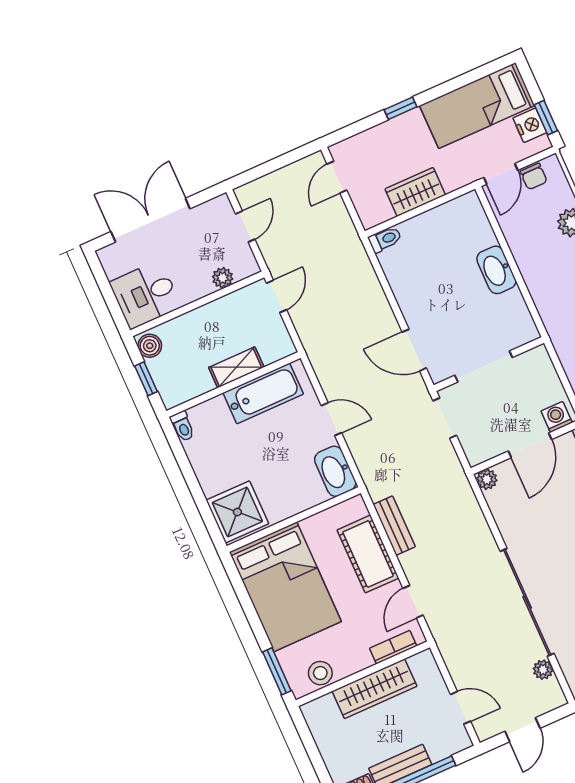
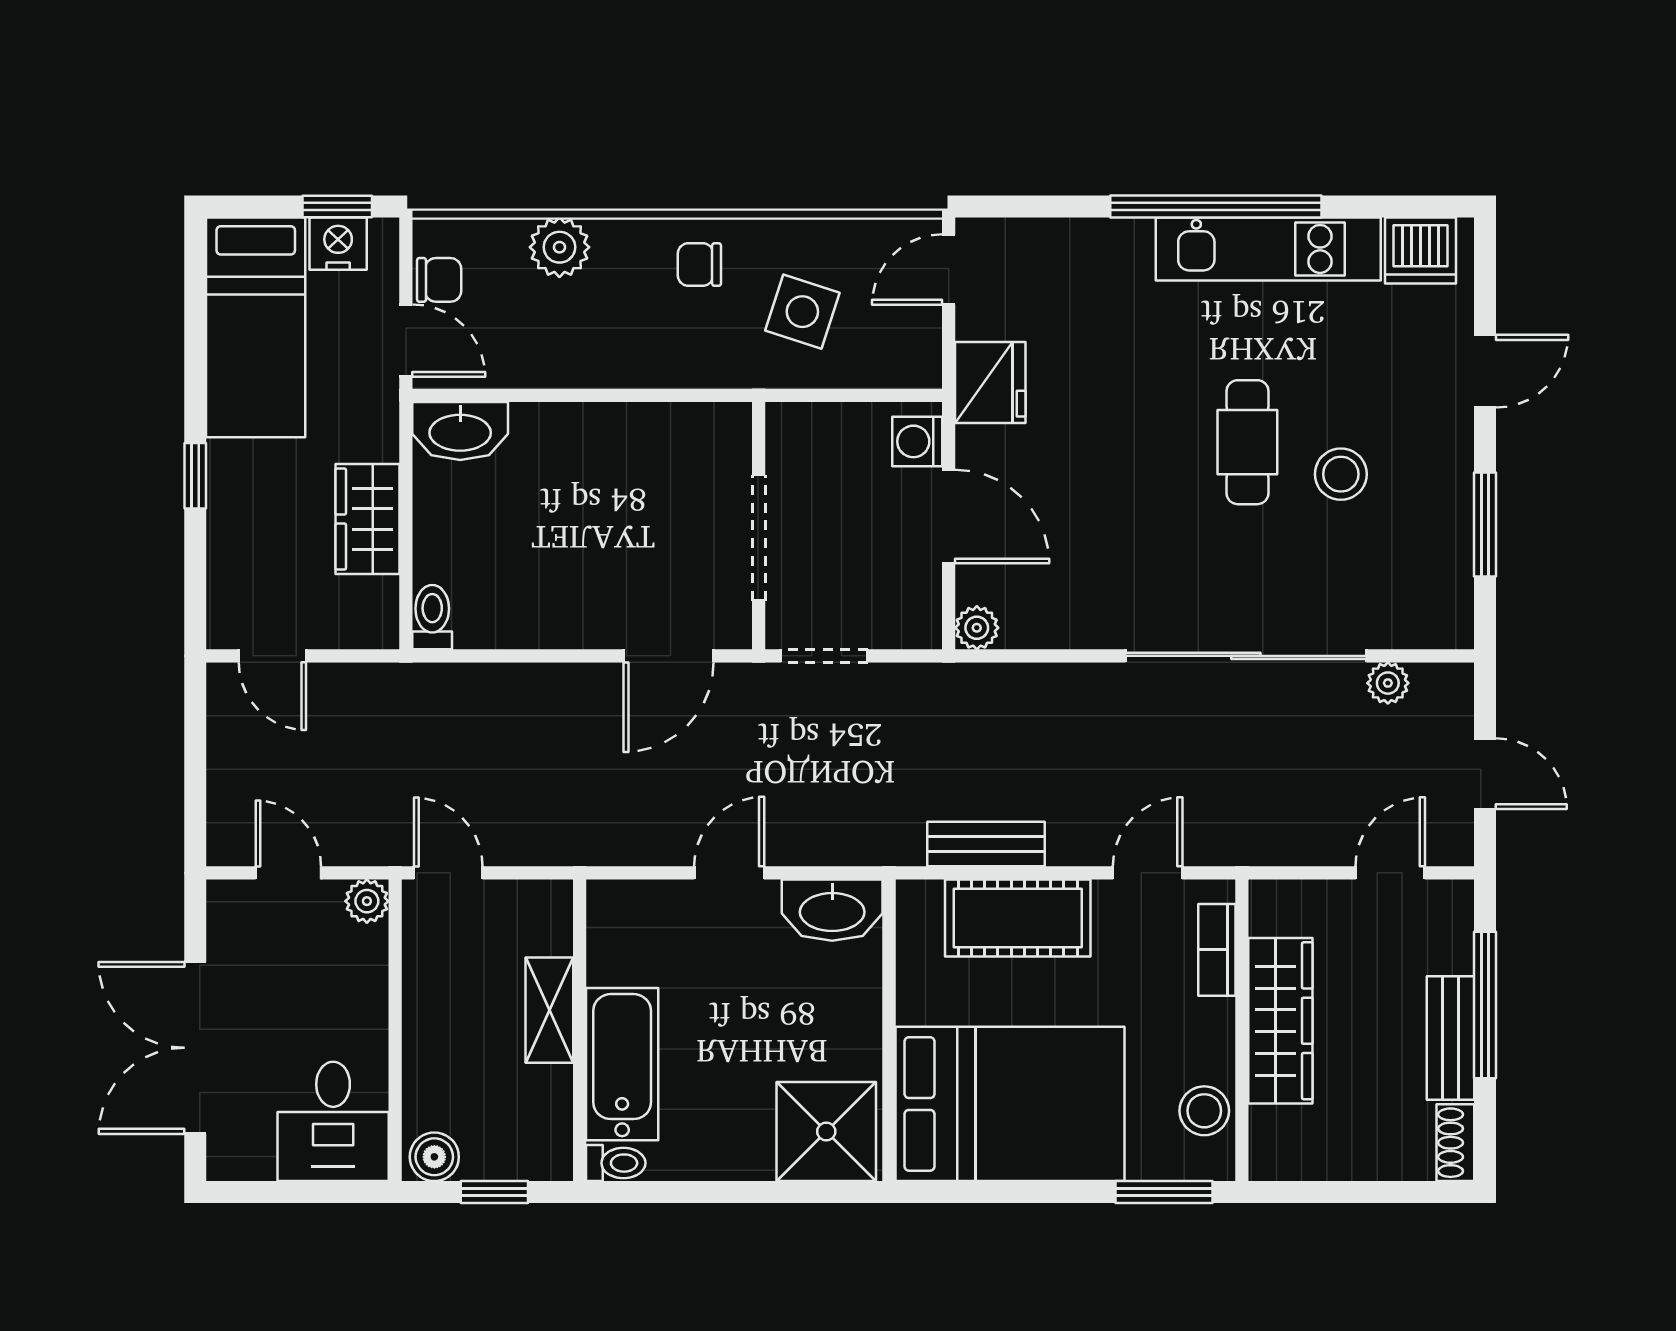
washbasin: (496, 270) -> (460, 431), moved
plant: (223, 278) -> (367, 901), moved
bathtub: (263, 393) -> (622, 1064), moved
door: (413, 602) -> (1148, 873), swing flipped

